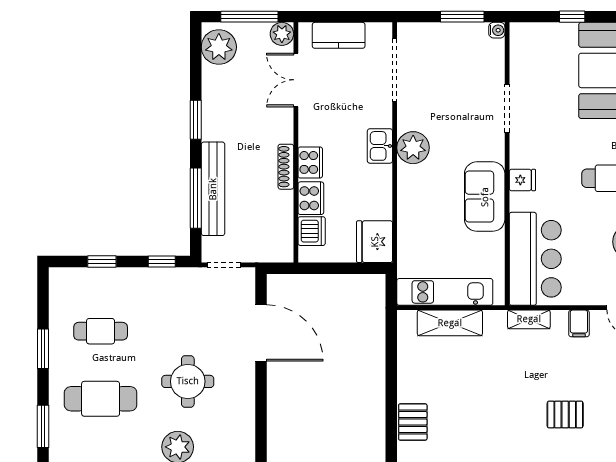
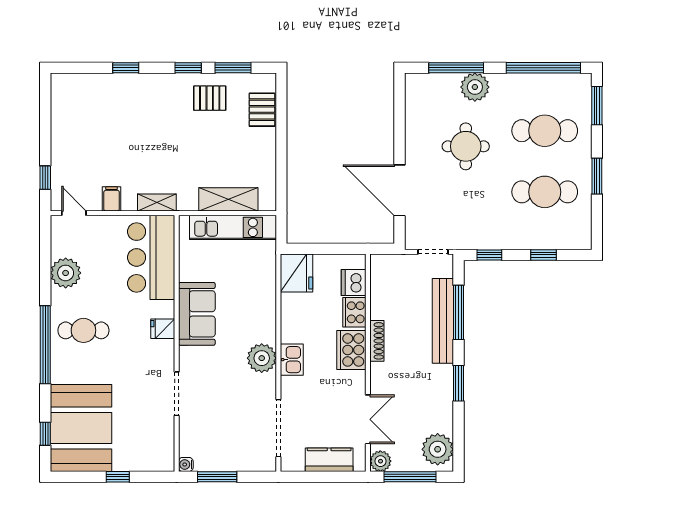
cooker: (310, 162) -> (351, 350), width x1.37, depth x1.31
cafe table: (101, 331) -> (545, 192), width x1.37, depth x1.35
pallet: (565, 415) -> (210, 98), moved

